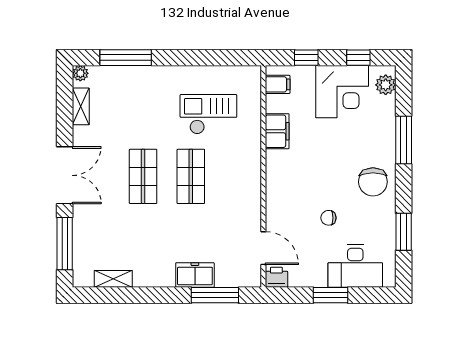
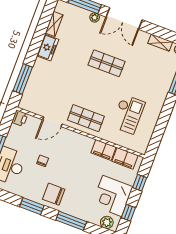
filing cabinet: (278, 84) -> (125, 158), width x2.00
shop shelf: (191, 176) -> (86, 118), moved
plant: (80, 221) -> (95, 17), added
window: (404, 232) -> (32, 206), moved
door: (263, 248) -> (52, 122), moved
freezer: (195, 275) -> (48, 48), moved

